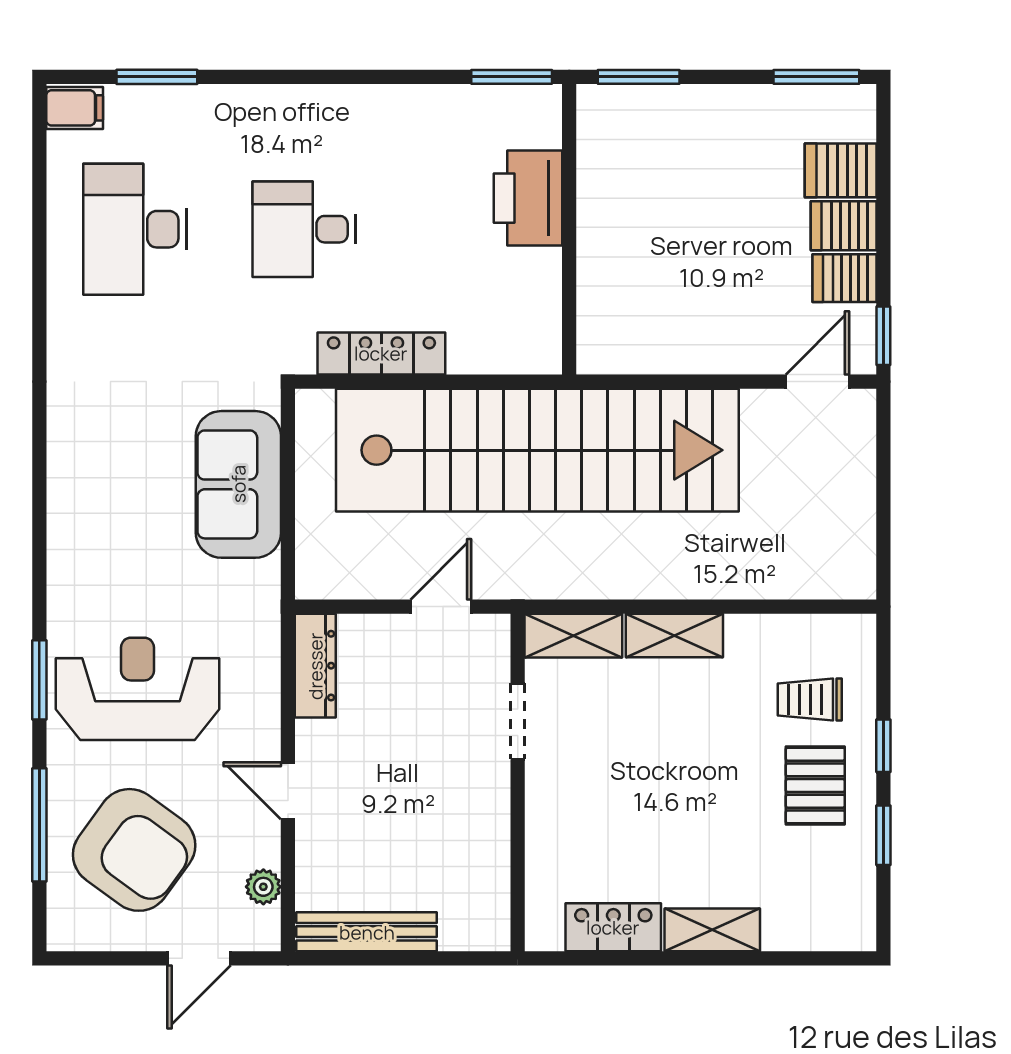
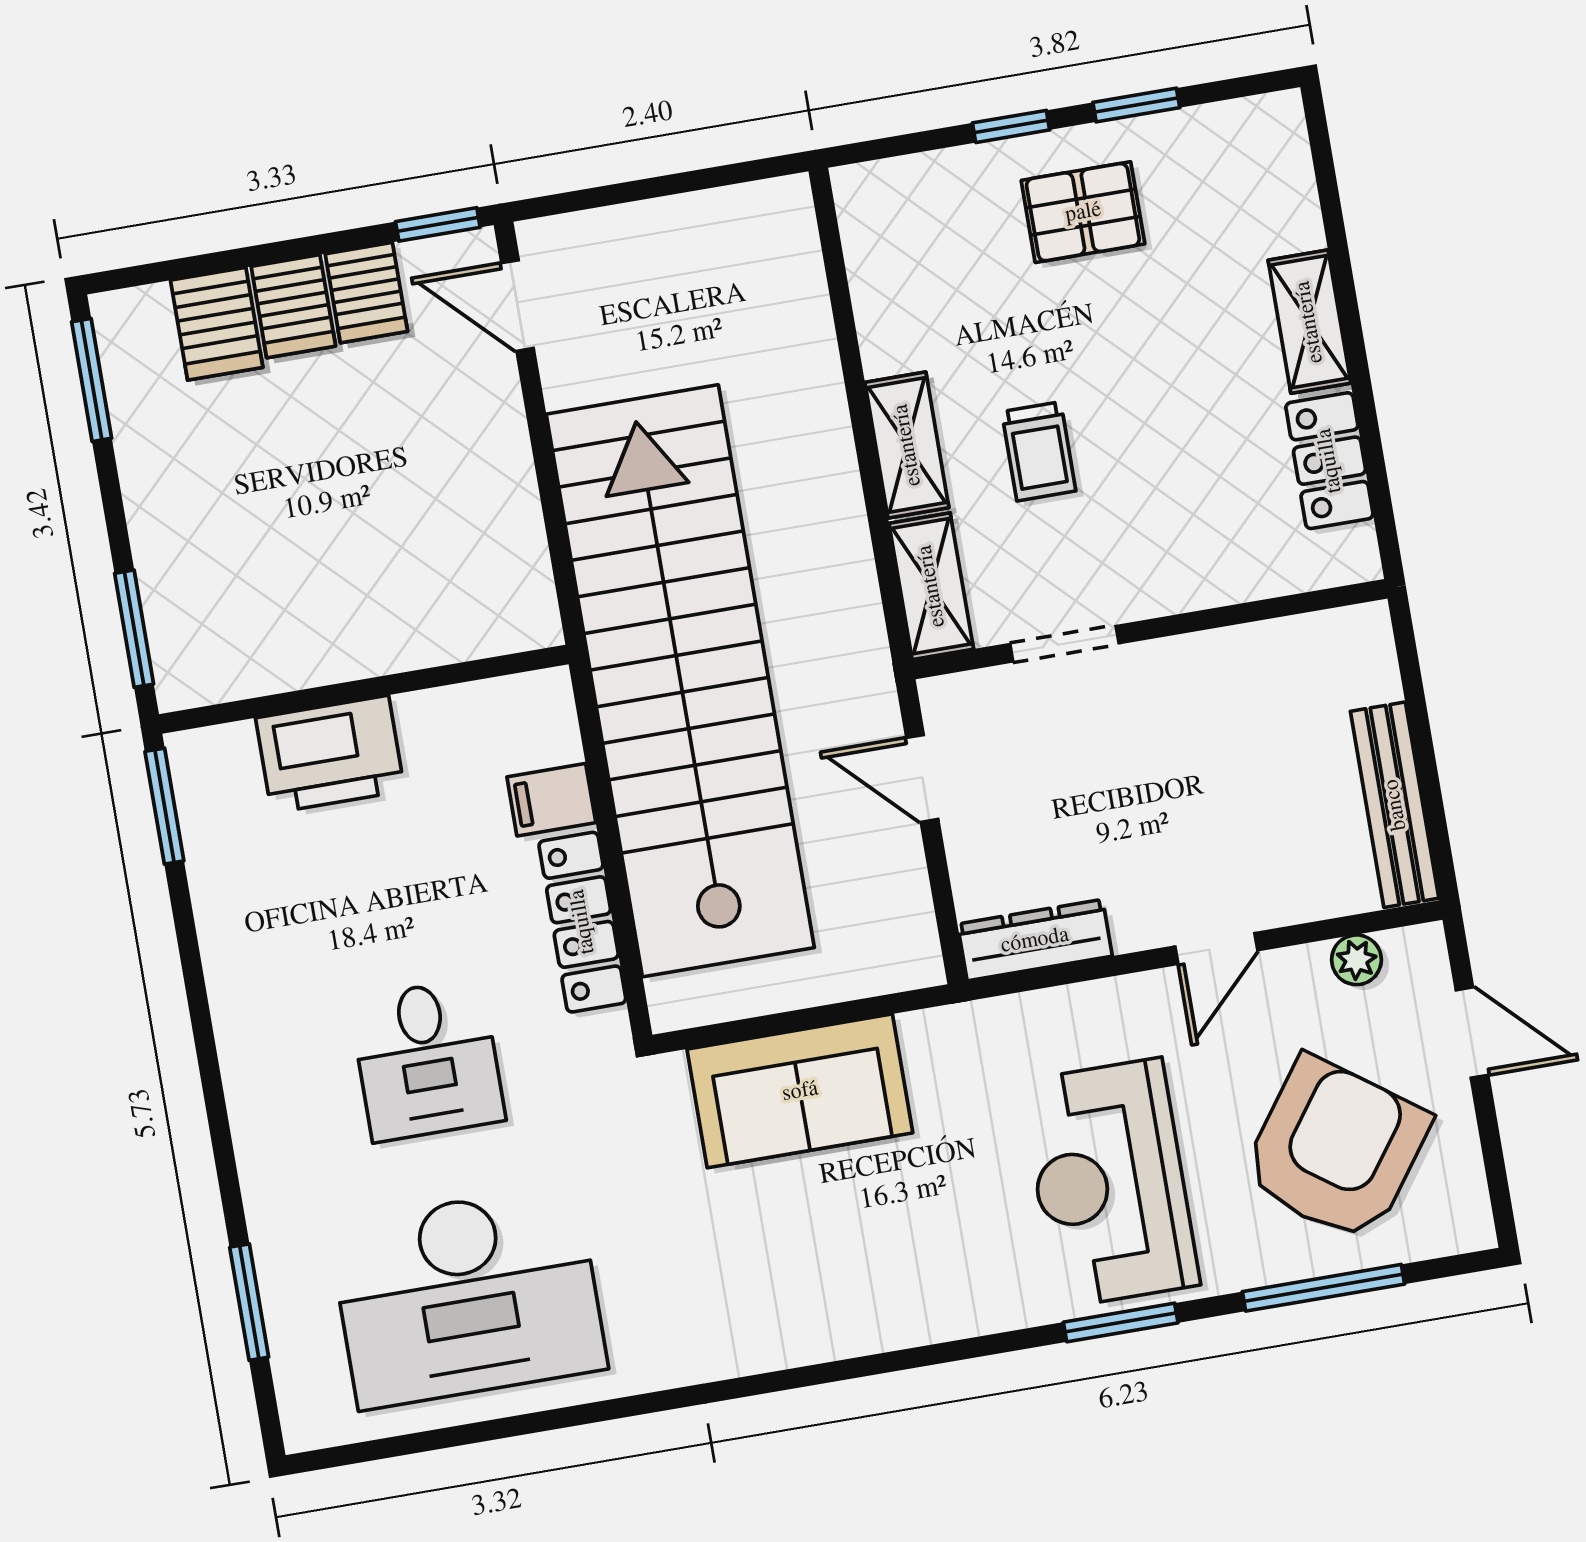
filing cabinet: (75, 108) -> (551, 800), moved, turned -90
desk: (135, 229) -> (468, 1296), width x1.36, depth x1.30
trolley: (810, 699) -> (1039, 451), moved

